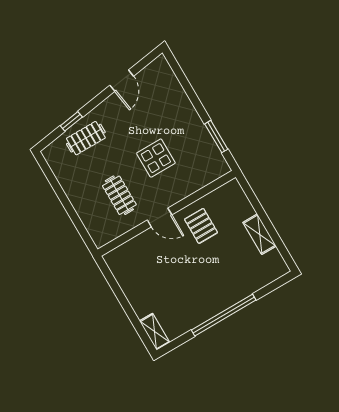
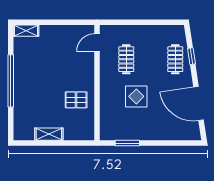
door: (122, 81) -> (199, 104), width x1.87
clothes rail: (119, 195) -> (126, 59), turned 90
door: (160, 217) -> (97, 43), moved

